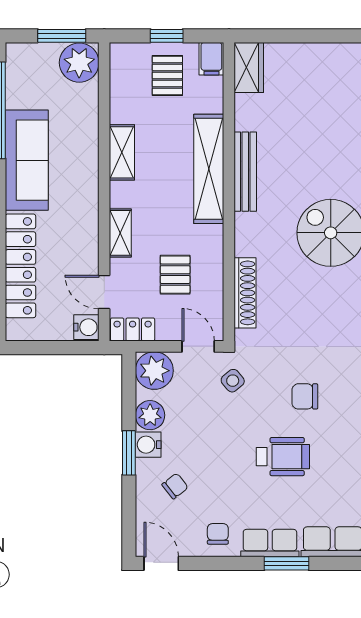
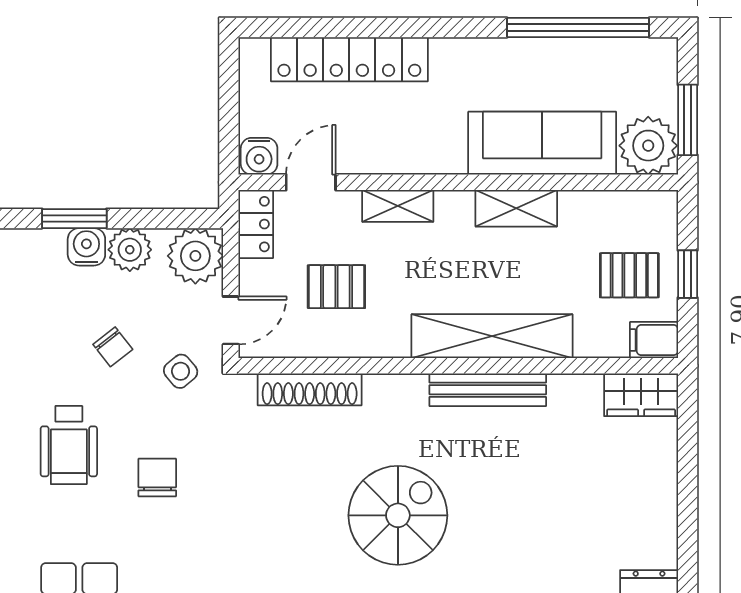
sofa: (27, 160) -> (542, 143), moved, turned 180
chair: (175, 486) -> (113, 347), moved

